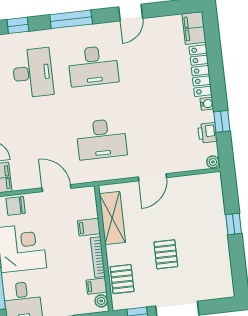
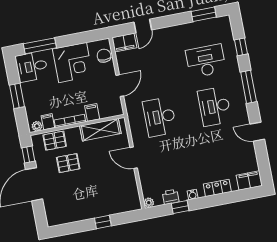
locker: (200, 71) -> (217, 188), width x0.66
desk: (33, 73) -> (206, 61), turned 180
pallet: (166, 254) -> (68, 163), moved

